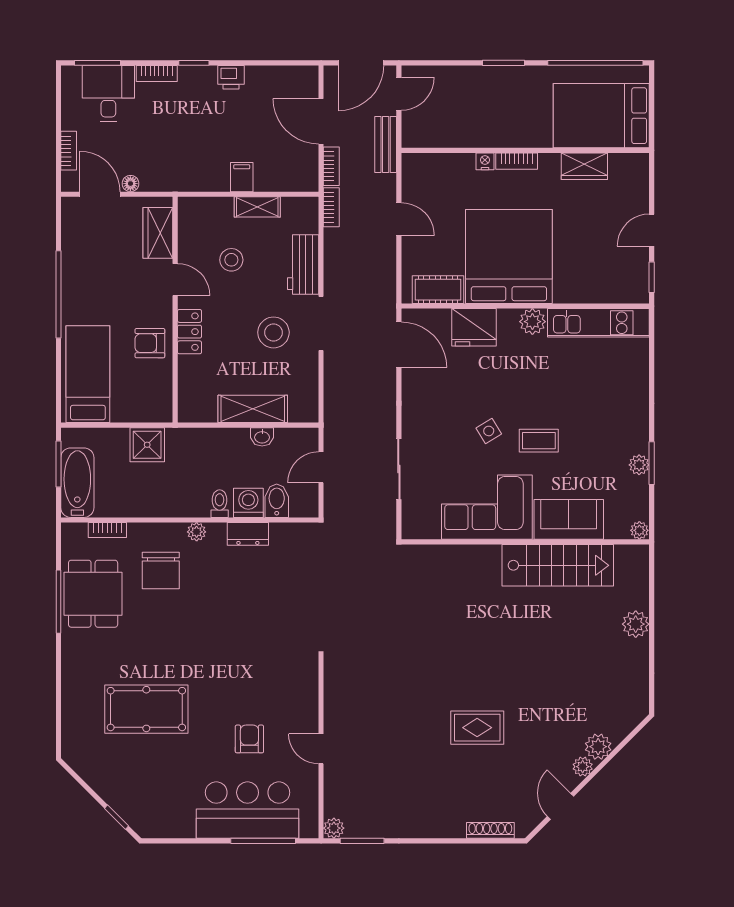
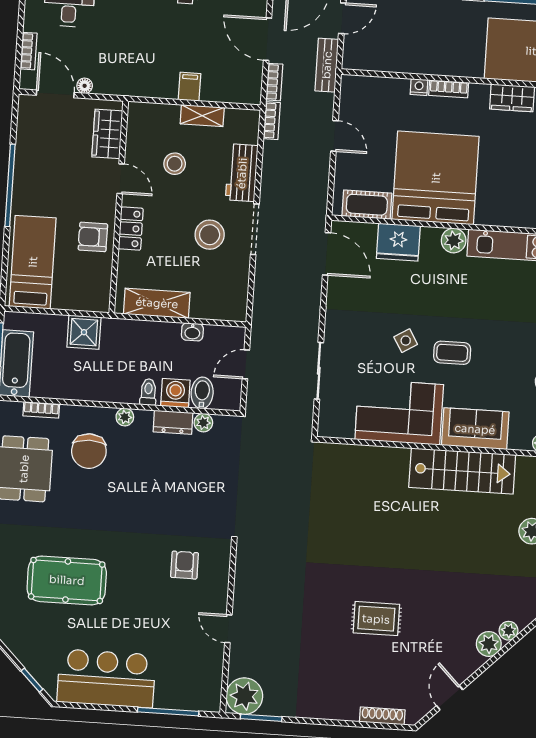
shelving: (253, 409) -> (157, 303), moved
plant: (280, 532) -> (203, 423), added
armchair: (249, 739) -> (185, 565), moved
plant: (583, 767) -> (509, 631), moved
bar counter: (248, 810) -> (106, 678), moved
plant: (334, 828) -> (244, 696), width x1.88, depth x1.88

